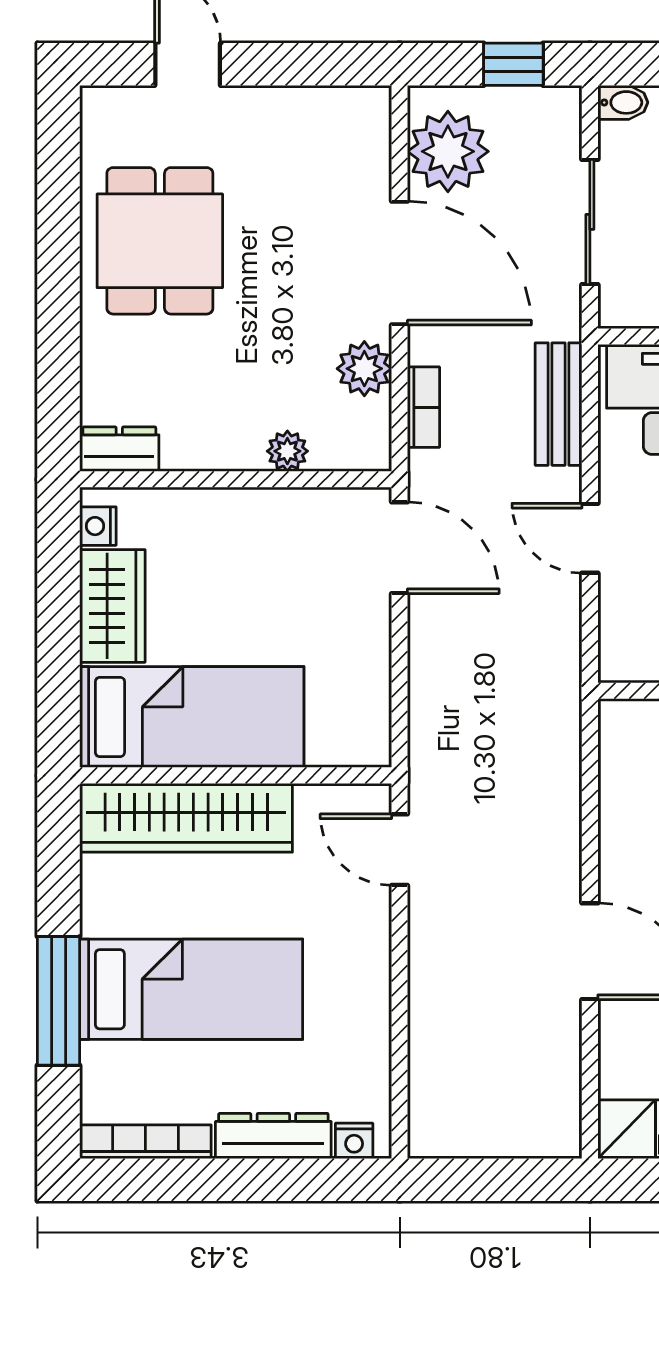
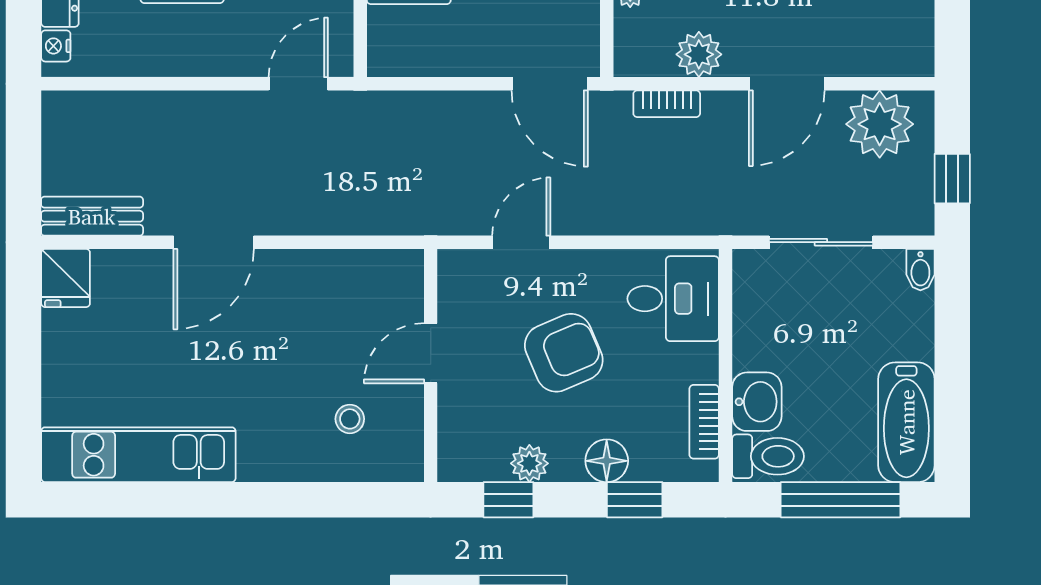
door: (400, 263) -> (787, 84), width x0.73
bench: (559, 404) -> (92, 216), moved
door: (590, 538) -> (521, 242), moved
door: (400, 548) -> (550, 84), hinge flipped

